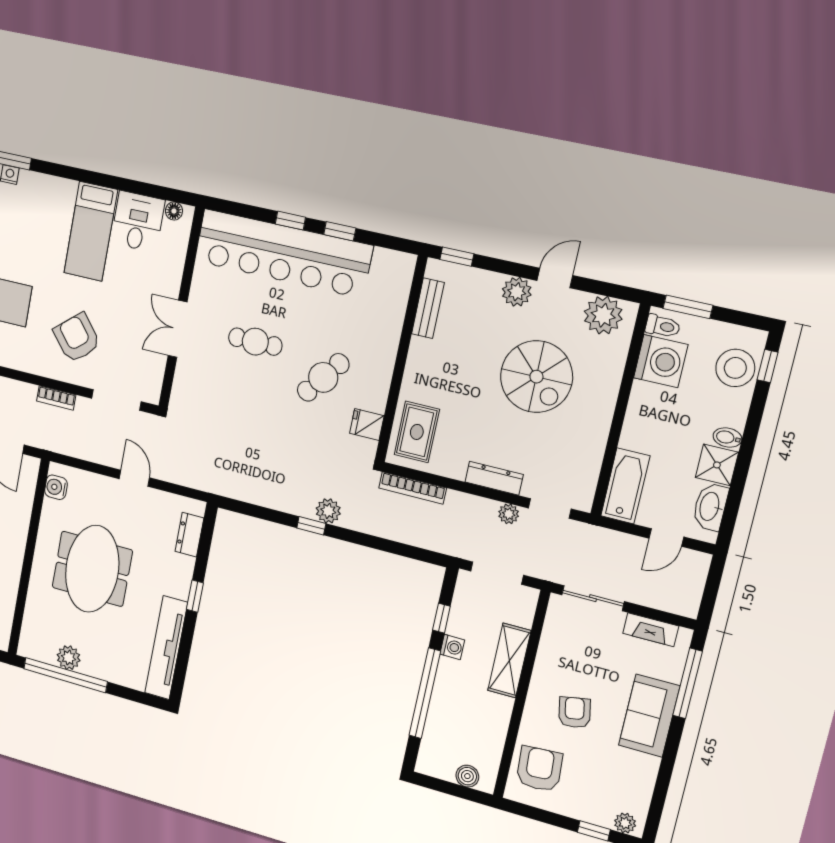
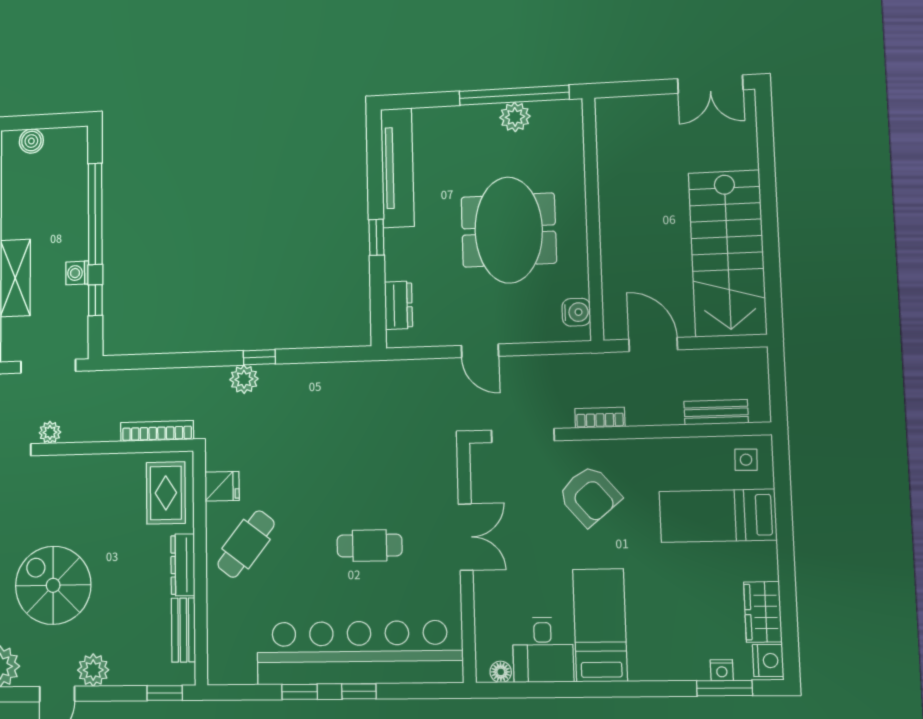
cafe table: (323, 377) -> (246, 544), moved
dresser: (494, 478) -> (183, 565), moved, turned 90

